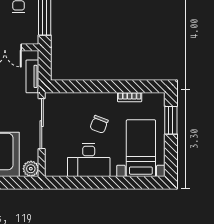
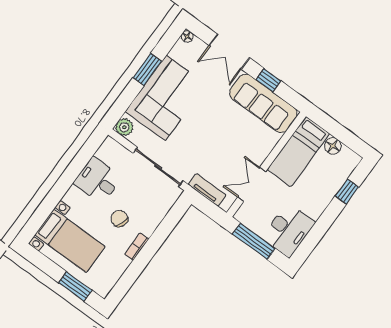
bookcase: (130, 97) -> (137, 247), moved
desk: (89, 160) -> (98, 180), width x0.73

